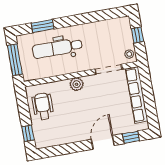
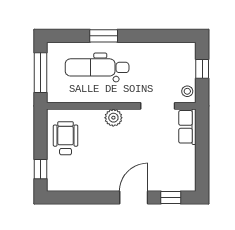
window: (43, 26) -> (104, 36), moved
row of seats: (137, 95) -> (187, 127), width x0.50

